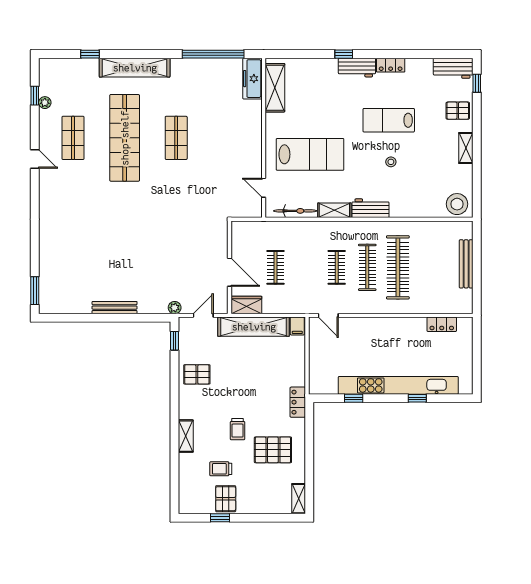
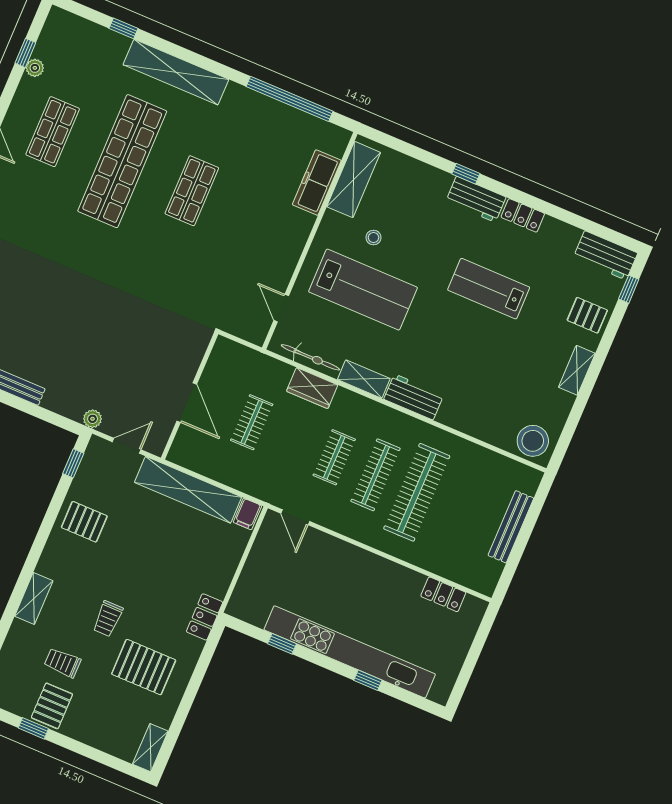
freezer: (252, 79) -> (317, 183), moved
stool: (391, 162) -> (374, 238), moved
wardrobe: (246, 305) -> (312, 388), moved, turned 180

